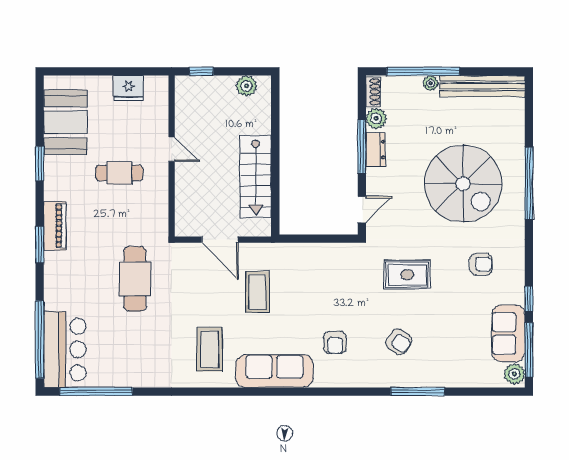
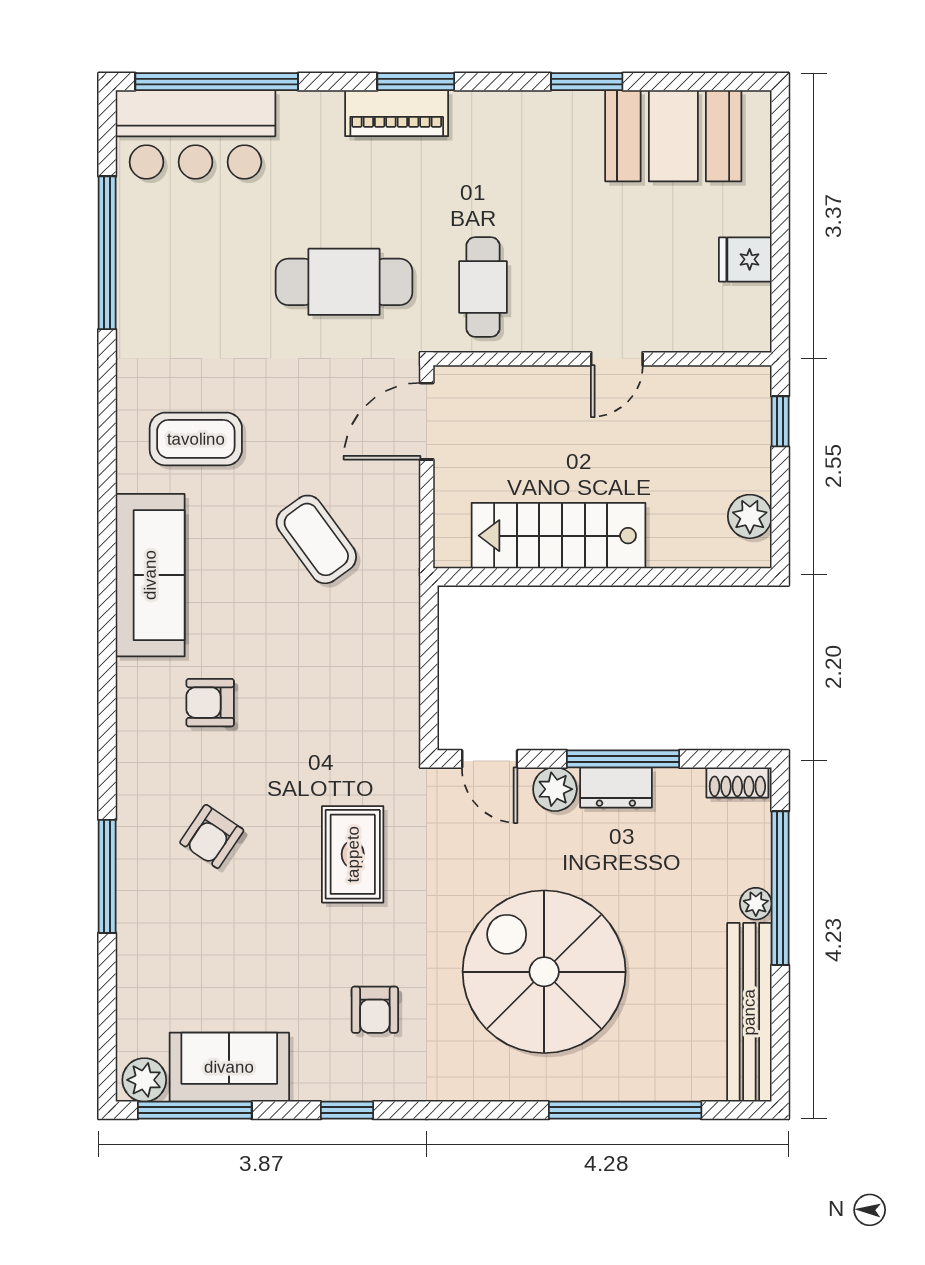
fridge: (128, 88) -> (745, 259), width x0.72
plant: (376, 119) -> (555, 789), moved
cafe table: (119, 173) -> (483, 287), moved
window: (529, 183) -> (625, 1110), moved
spiral stairs: (463, 184) -> (544, 972), turned 90
piano: (55, 226) -> (397, 113), moved
door: (220, 240) -> (427, 421), moved
coffee table: (257, 292) -> (316, 539), turned 54
window: (529, 299) -> (347, 1110), moved
window: (96, 392) -> (107, 253), moved

